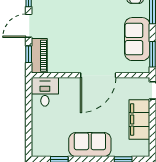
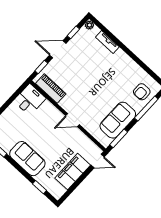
piano: (39, 56) -> (51, 89), moved, turned -90
door: (98, 75) -> (72, 120), width x0.53

